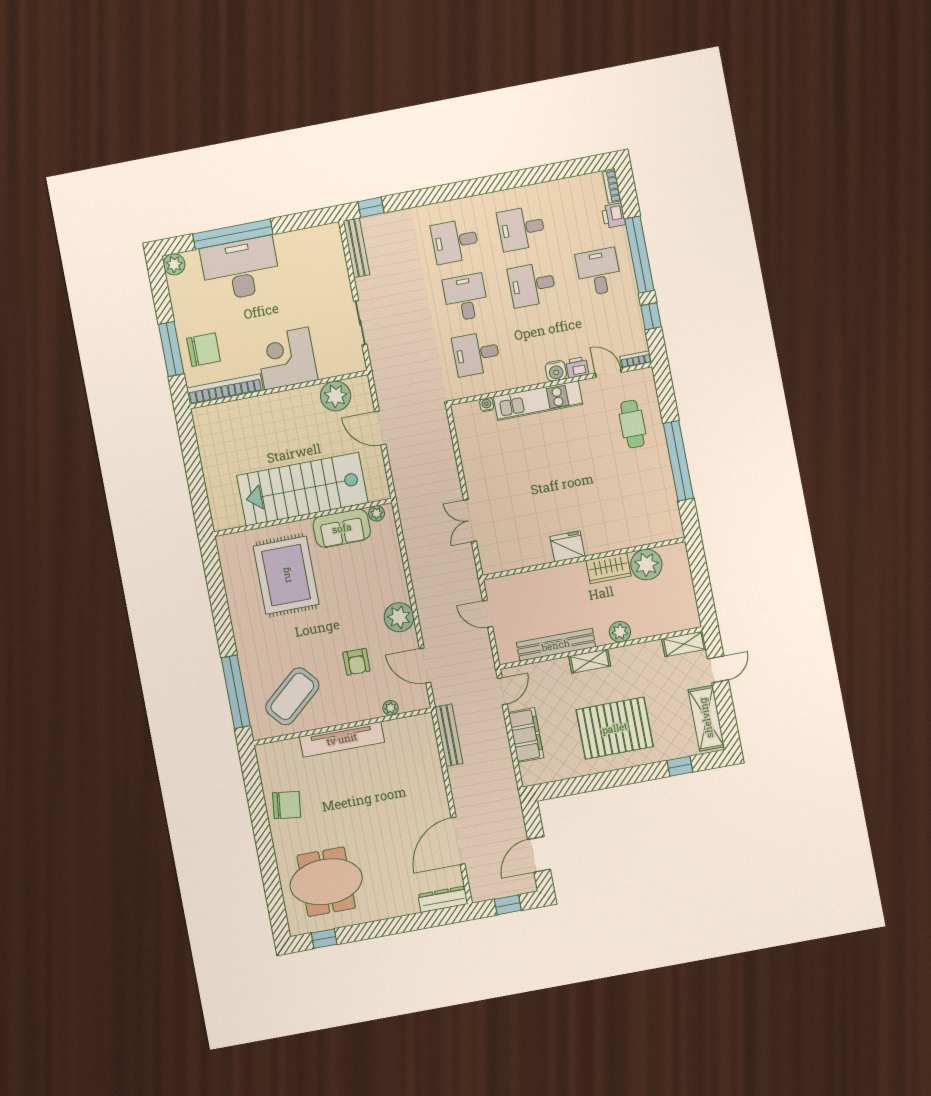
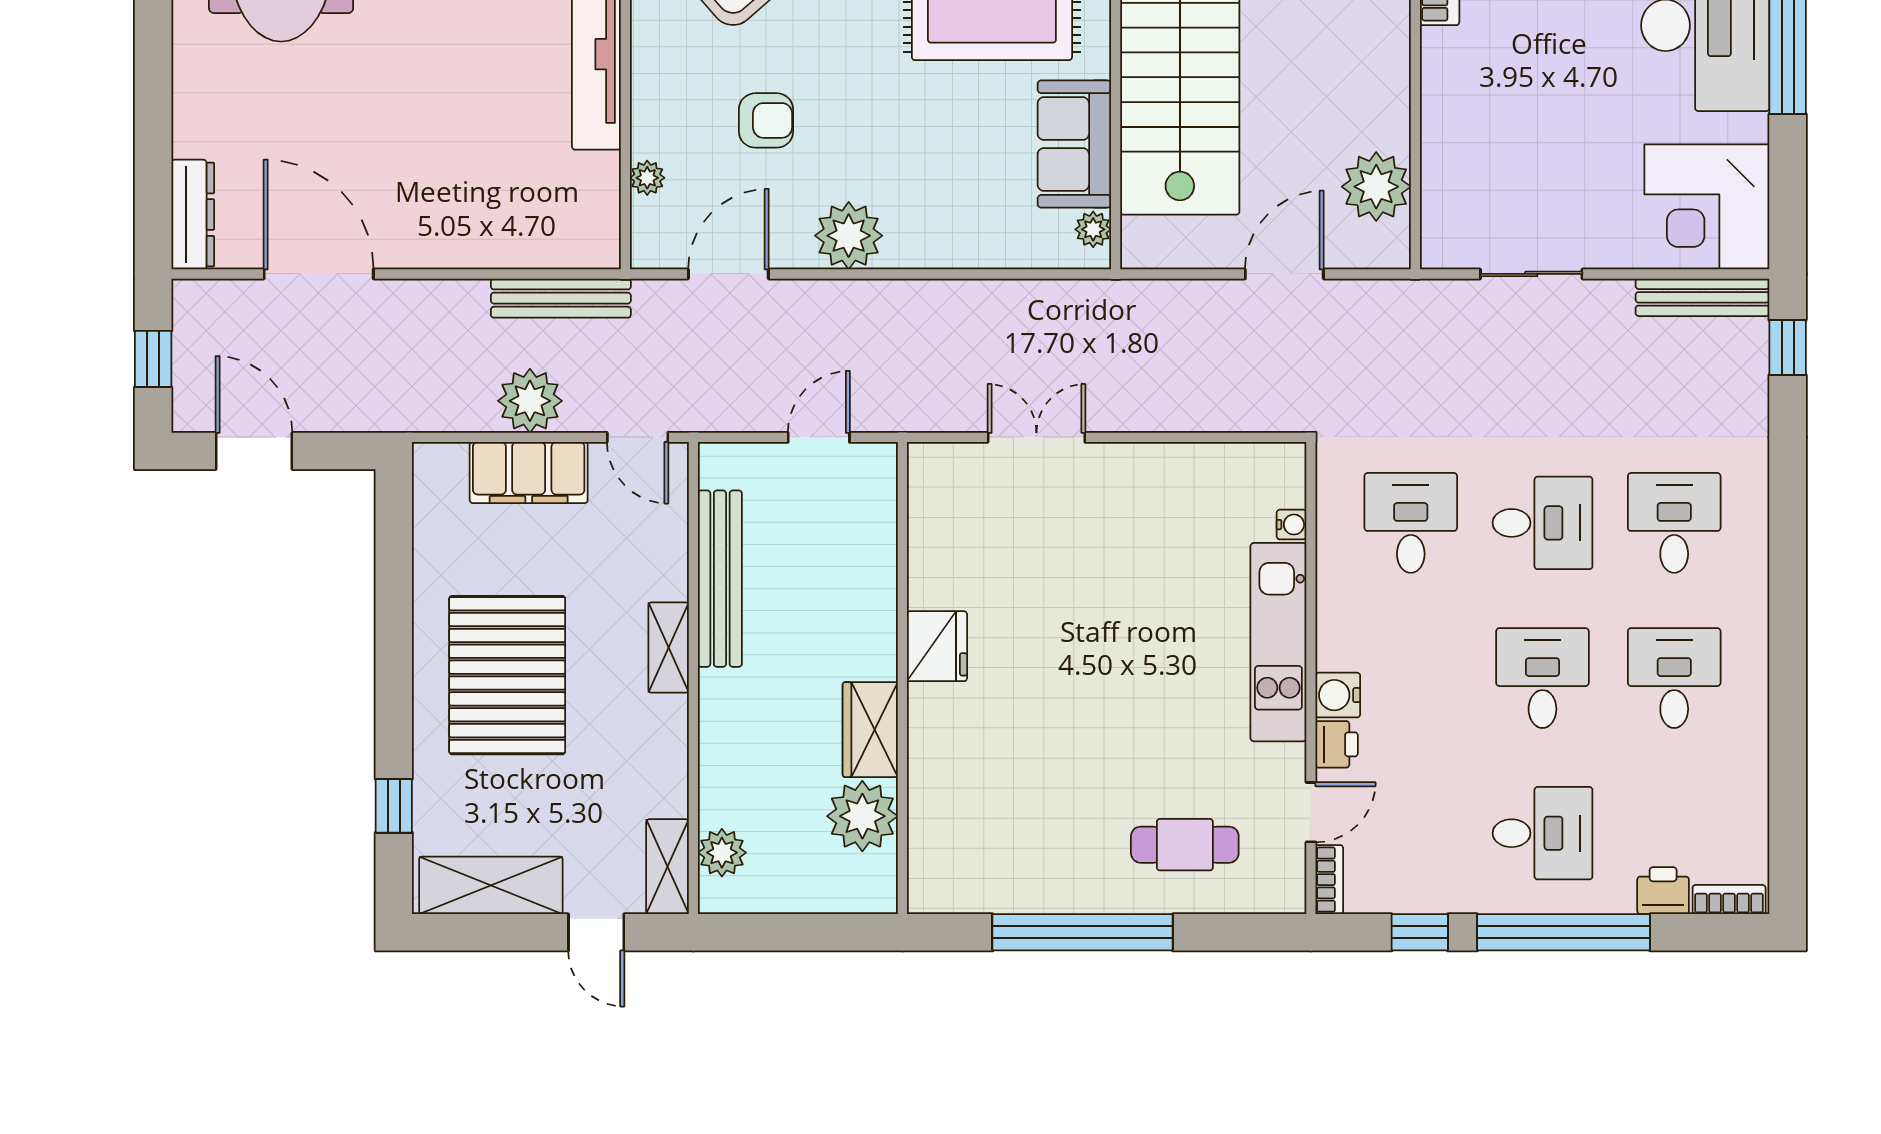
corner desk: (286, 358) -> (1707, 207), moved, turned 180
plant: (620, 632) -> (722, 853), moved
armchair: (356, 662) -> (766, 120), turned 180
plant: (495, 740) -> (530, 401), added

